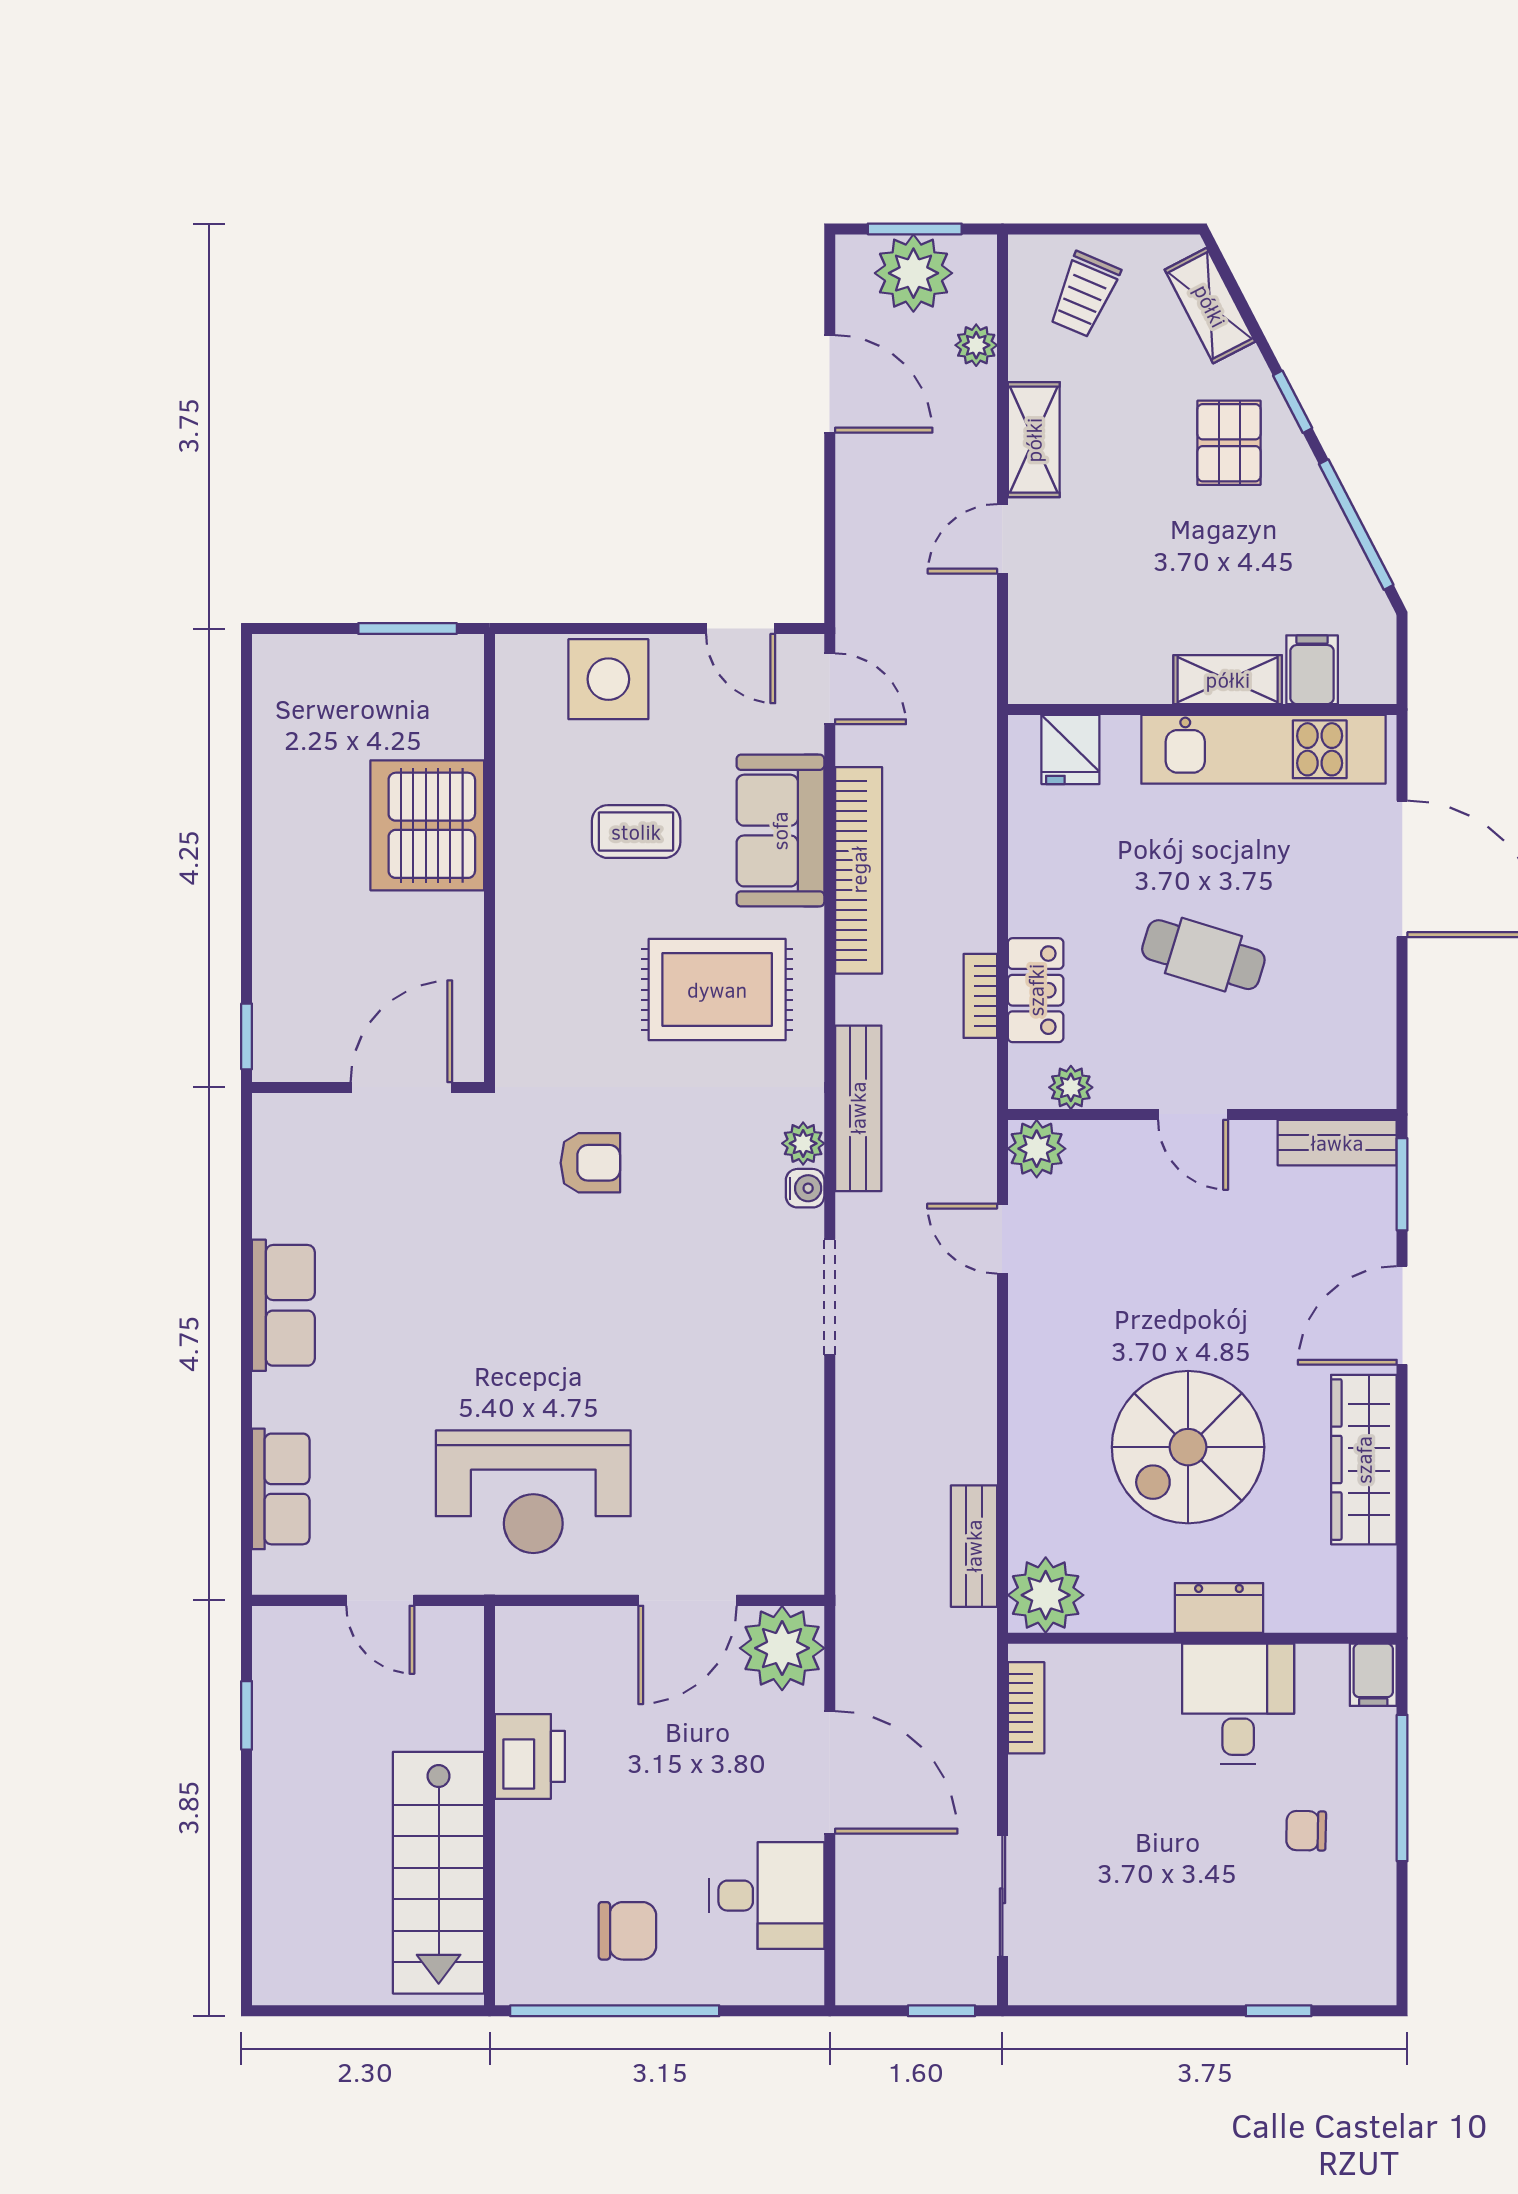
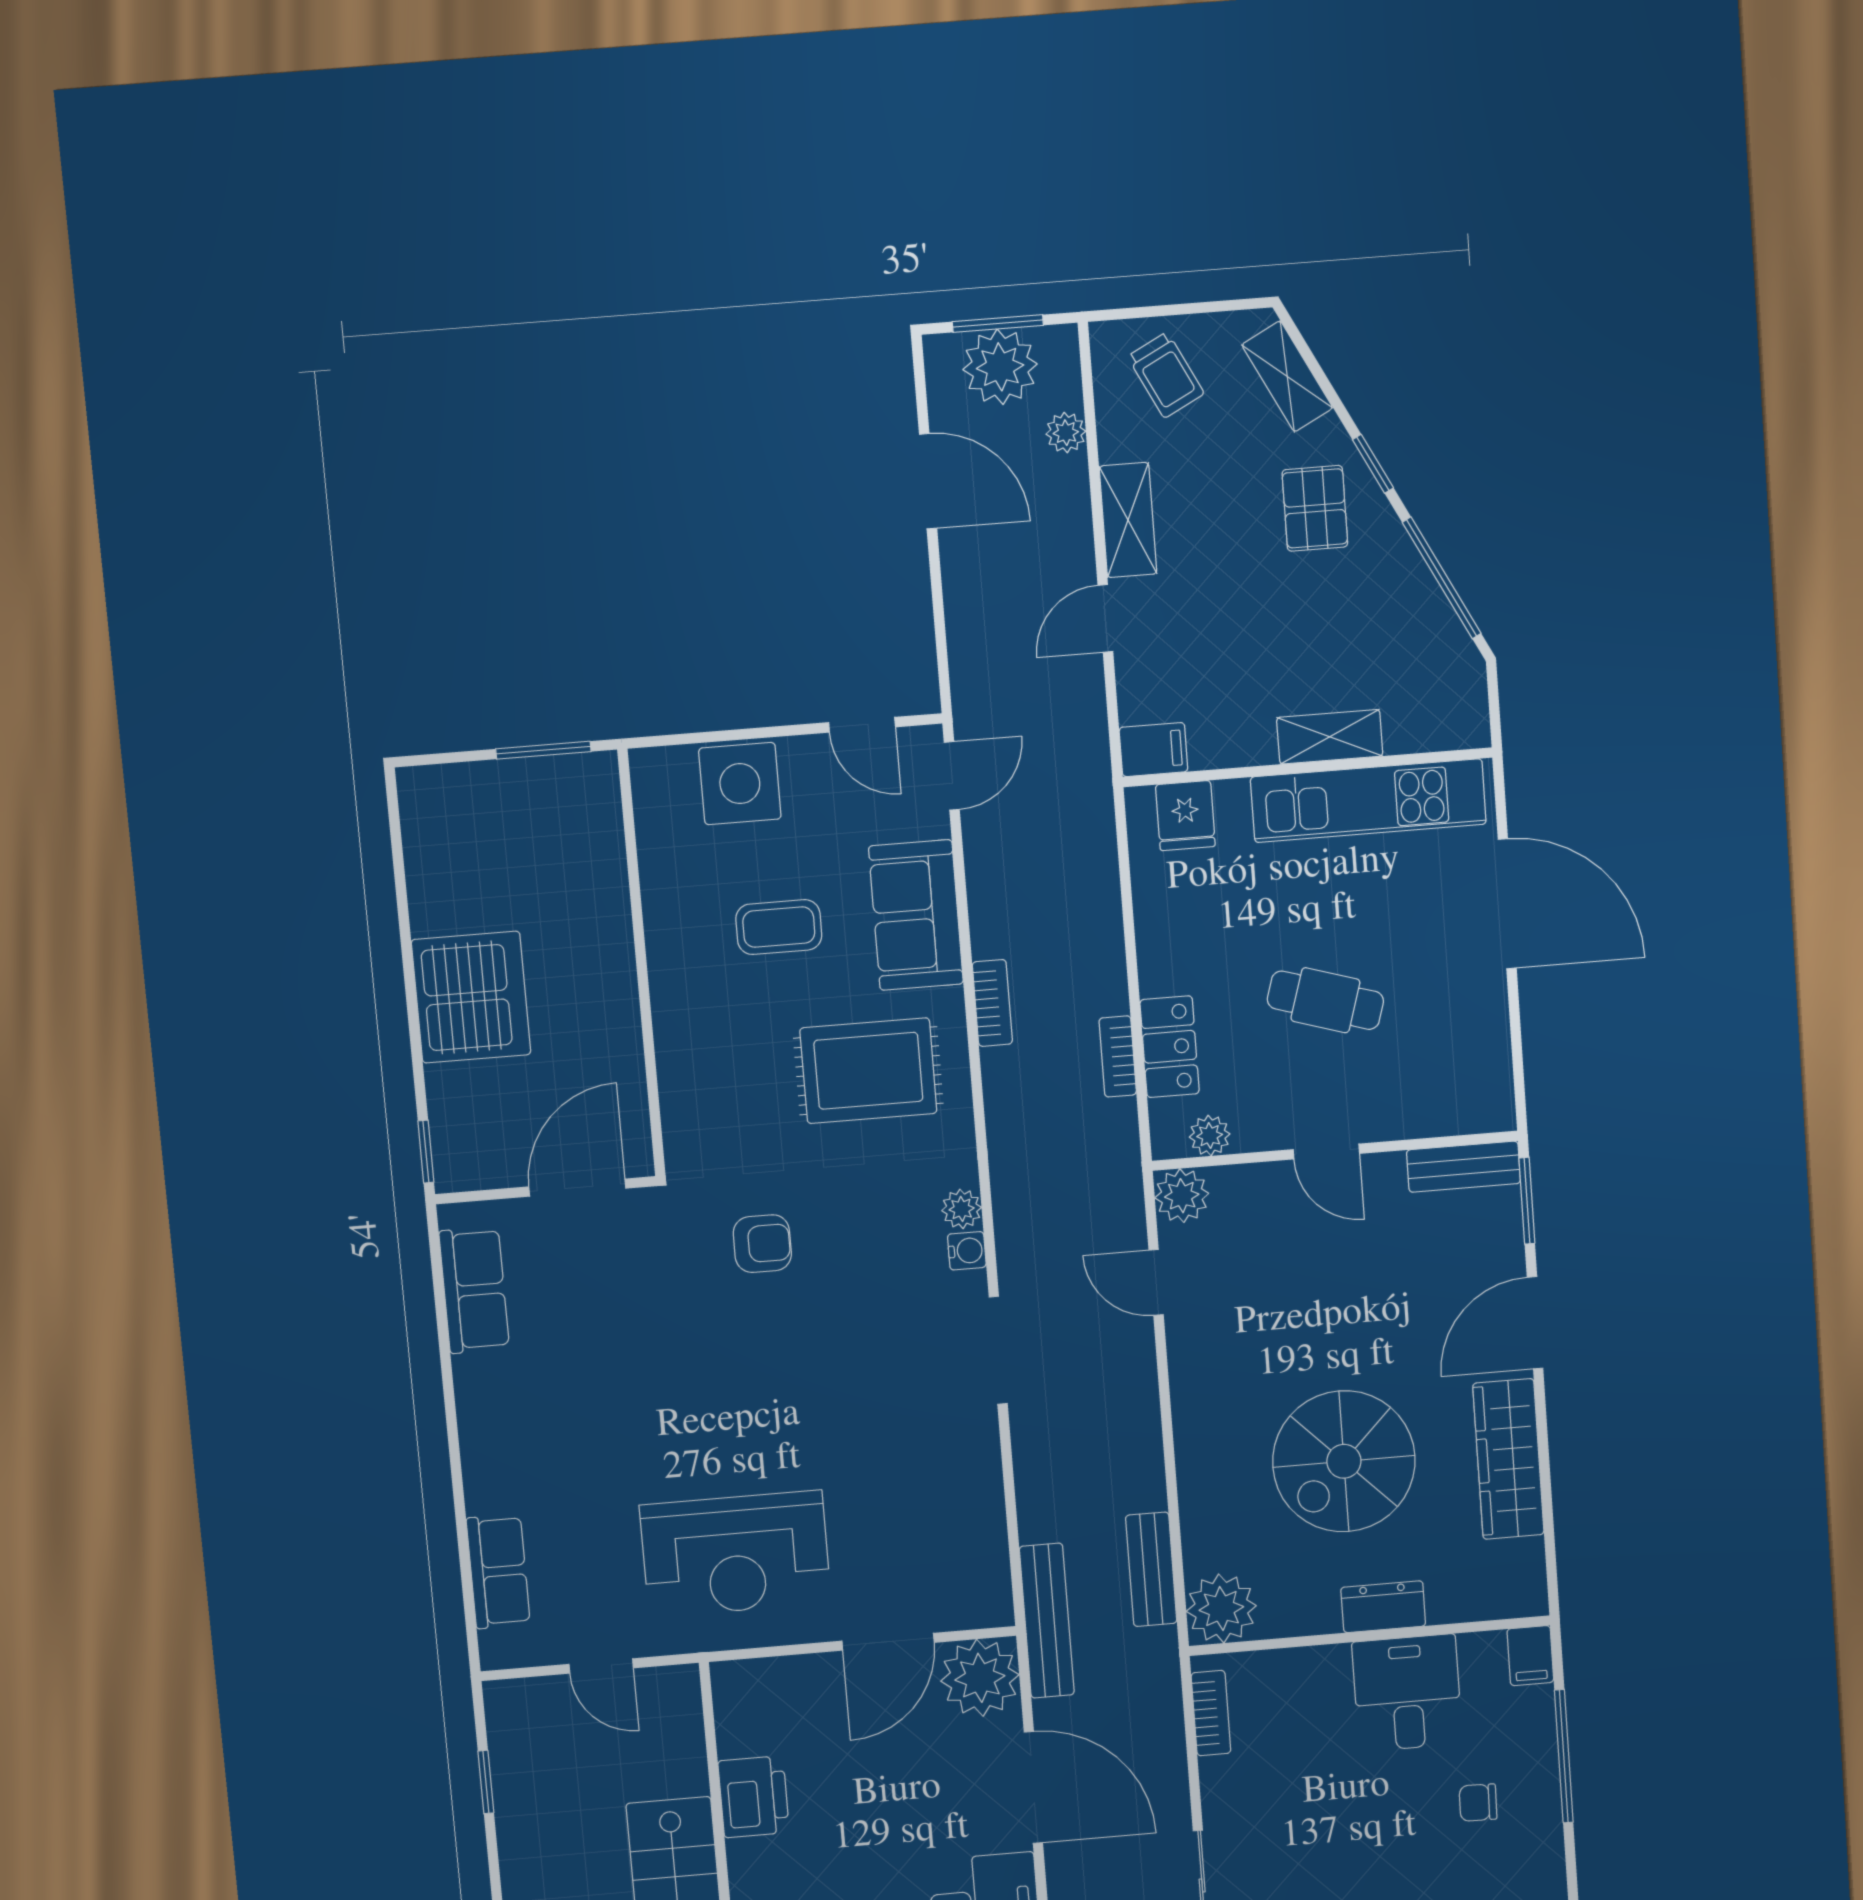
trolley: (1084, 295) -> (1166, 375), turned -50
filing cabinet: (1312, 670) -> (1153, 750), moved, turned 90
door: (830, 689) -> (952, 776), hinge flipped
server rack: (427, 825) -> (471, 997), moved, turned 180
bookcase: (859, 870) -> (992, 1003), width x0.43, depth x0.76
bench: (858, 1108) -> (1047, 1621), moved
row of seats: (283, 1305) -> (474, 1290), moved

